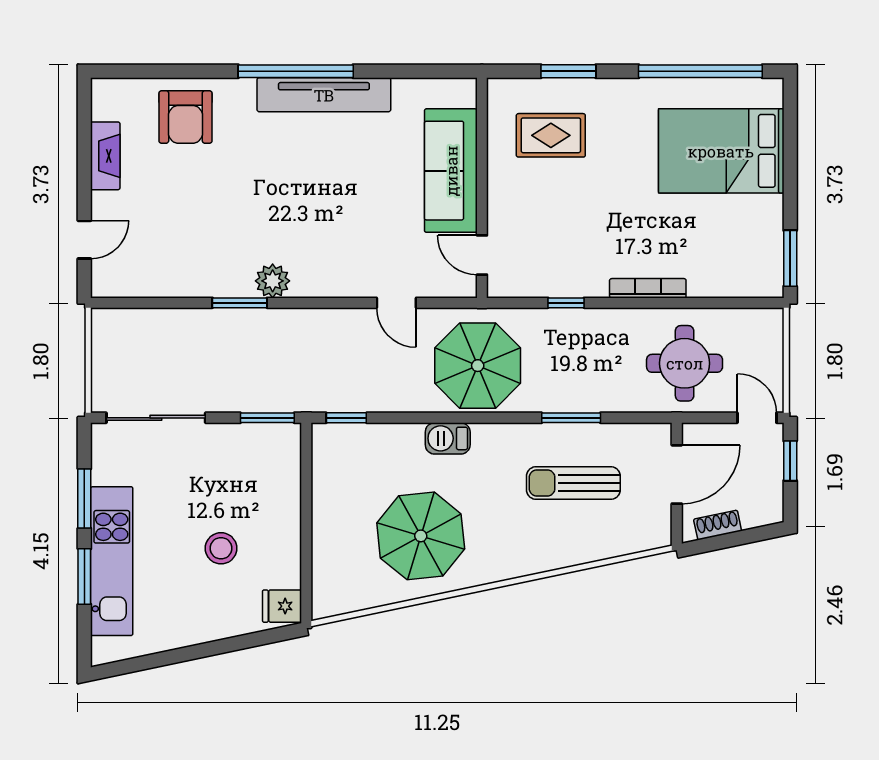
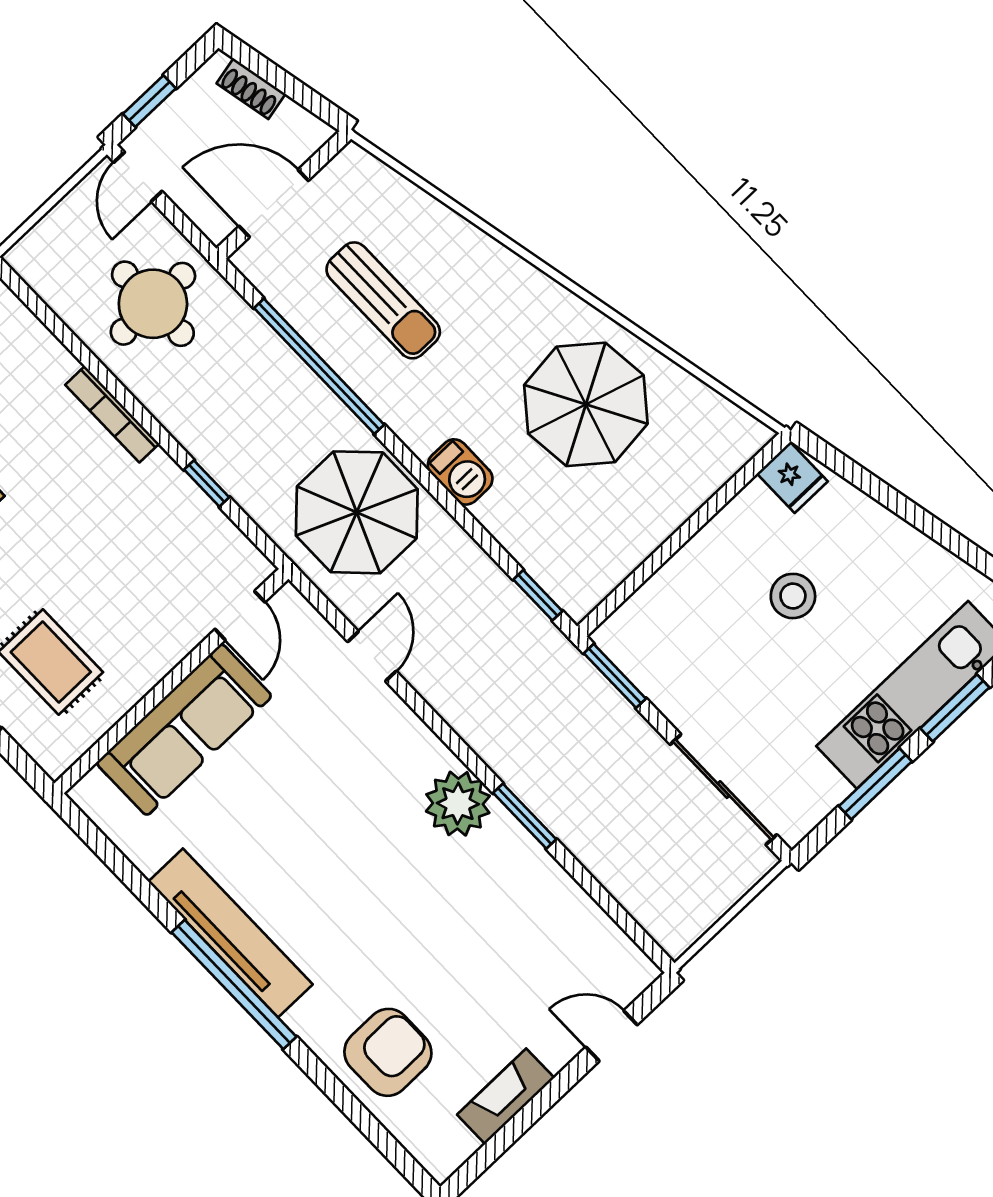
plant: (273, 281) -> (458, 804), width x1.36, depth x1.36
window: (571, 418) -> (319, 366), width x2.11
shoe rack: (718, 525) -> (251, 89), moved

